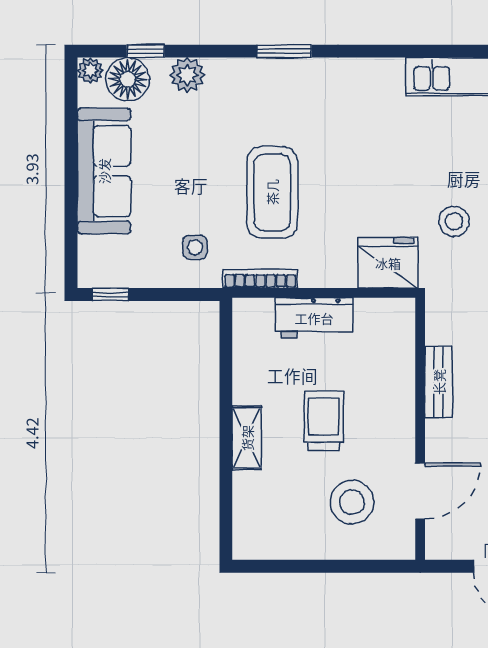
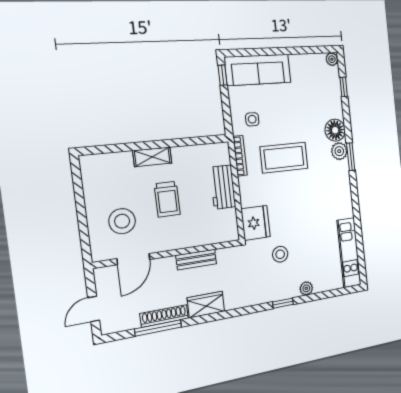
plant: (187, 75) -> (339, 151), moved
floor lamp: (128, 79) -> (335, 130), moved
sofa: (104, 171) -> (258, 70), moved
trolley: (324, 421) -> (167, 199), turned 90
door: (420, 491) -> (133, 259), hinge flipped

